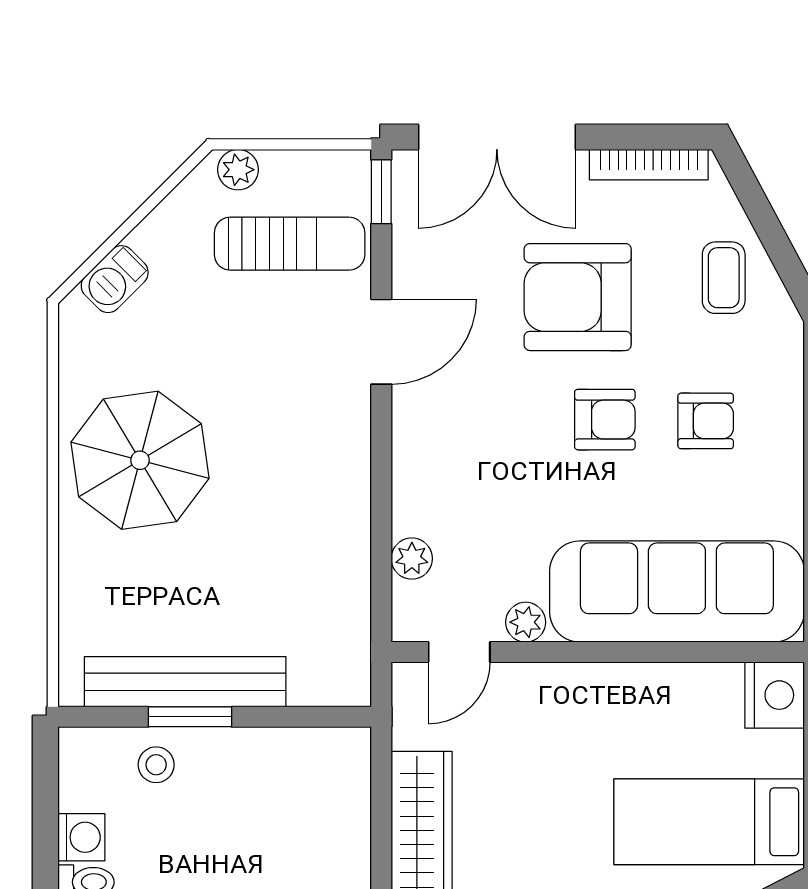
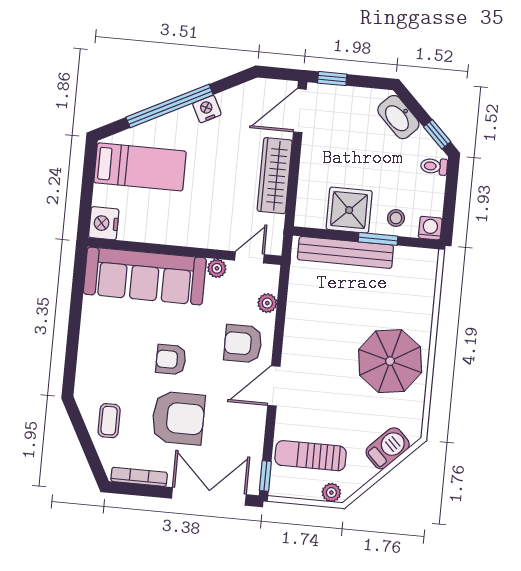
barbecue: (115, 279) -> (388, 448), width x1.38, depth x1.27
door: (381, 342) -> (274, 386), moved
armchair: (706, 421) -> (243, 344), moved, width x1.38, depth x1.38
bench: (185, 682) -> (345, 252), moved
shower: (257, 772) -> (349, 210), added
washing machine: (81, 837) -> (430, 228), moved, turned 90

